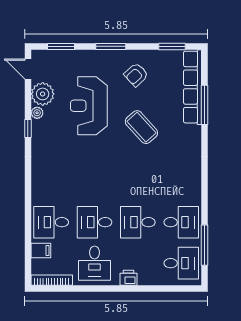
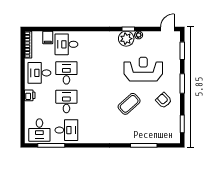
row of seats: (192, 87) -> (156, 137), removed
plant: (43, 94) -> (126, 39), moved
desk: (51, 222) -> (66, 44), turned -90
desk: (181, 222) -> (66, 130), turned -90

